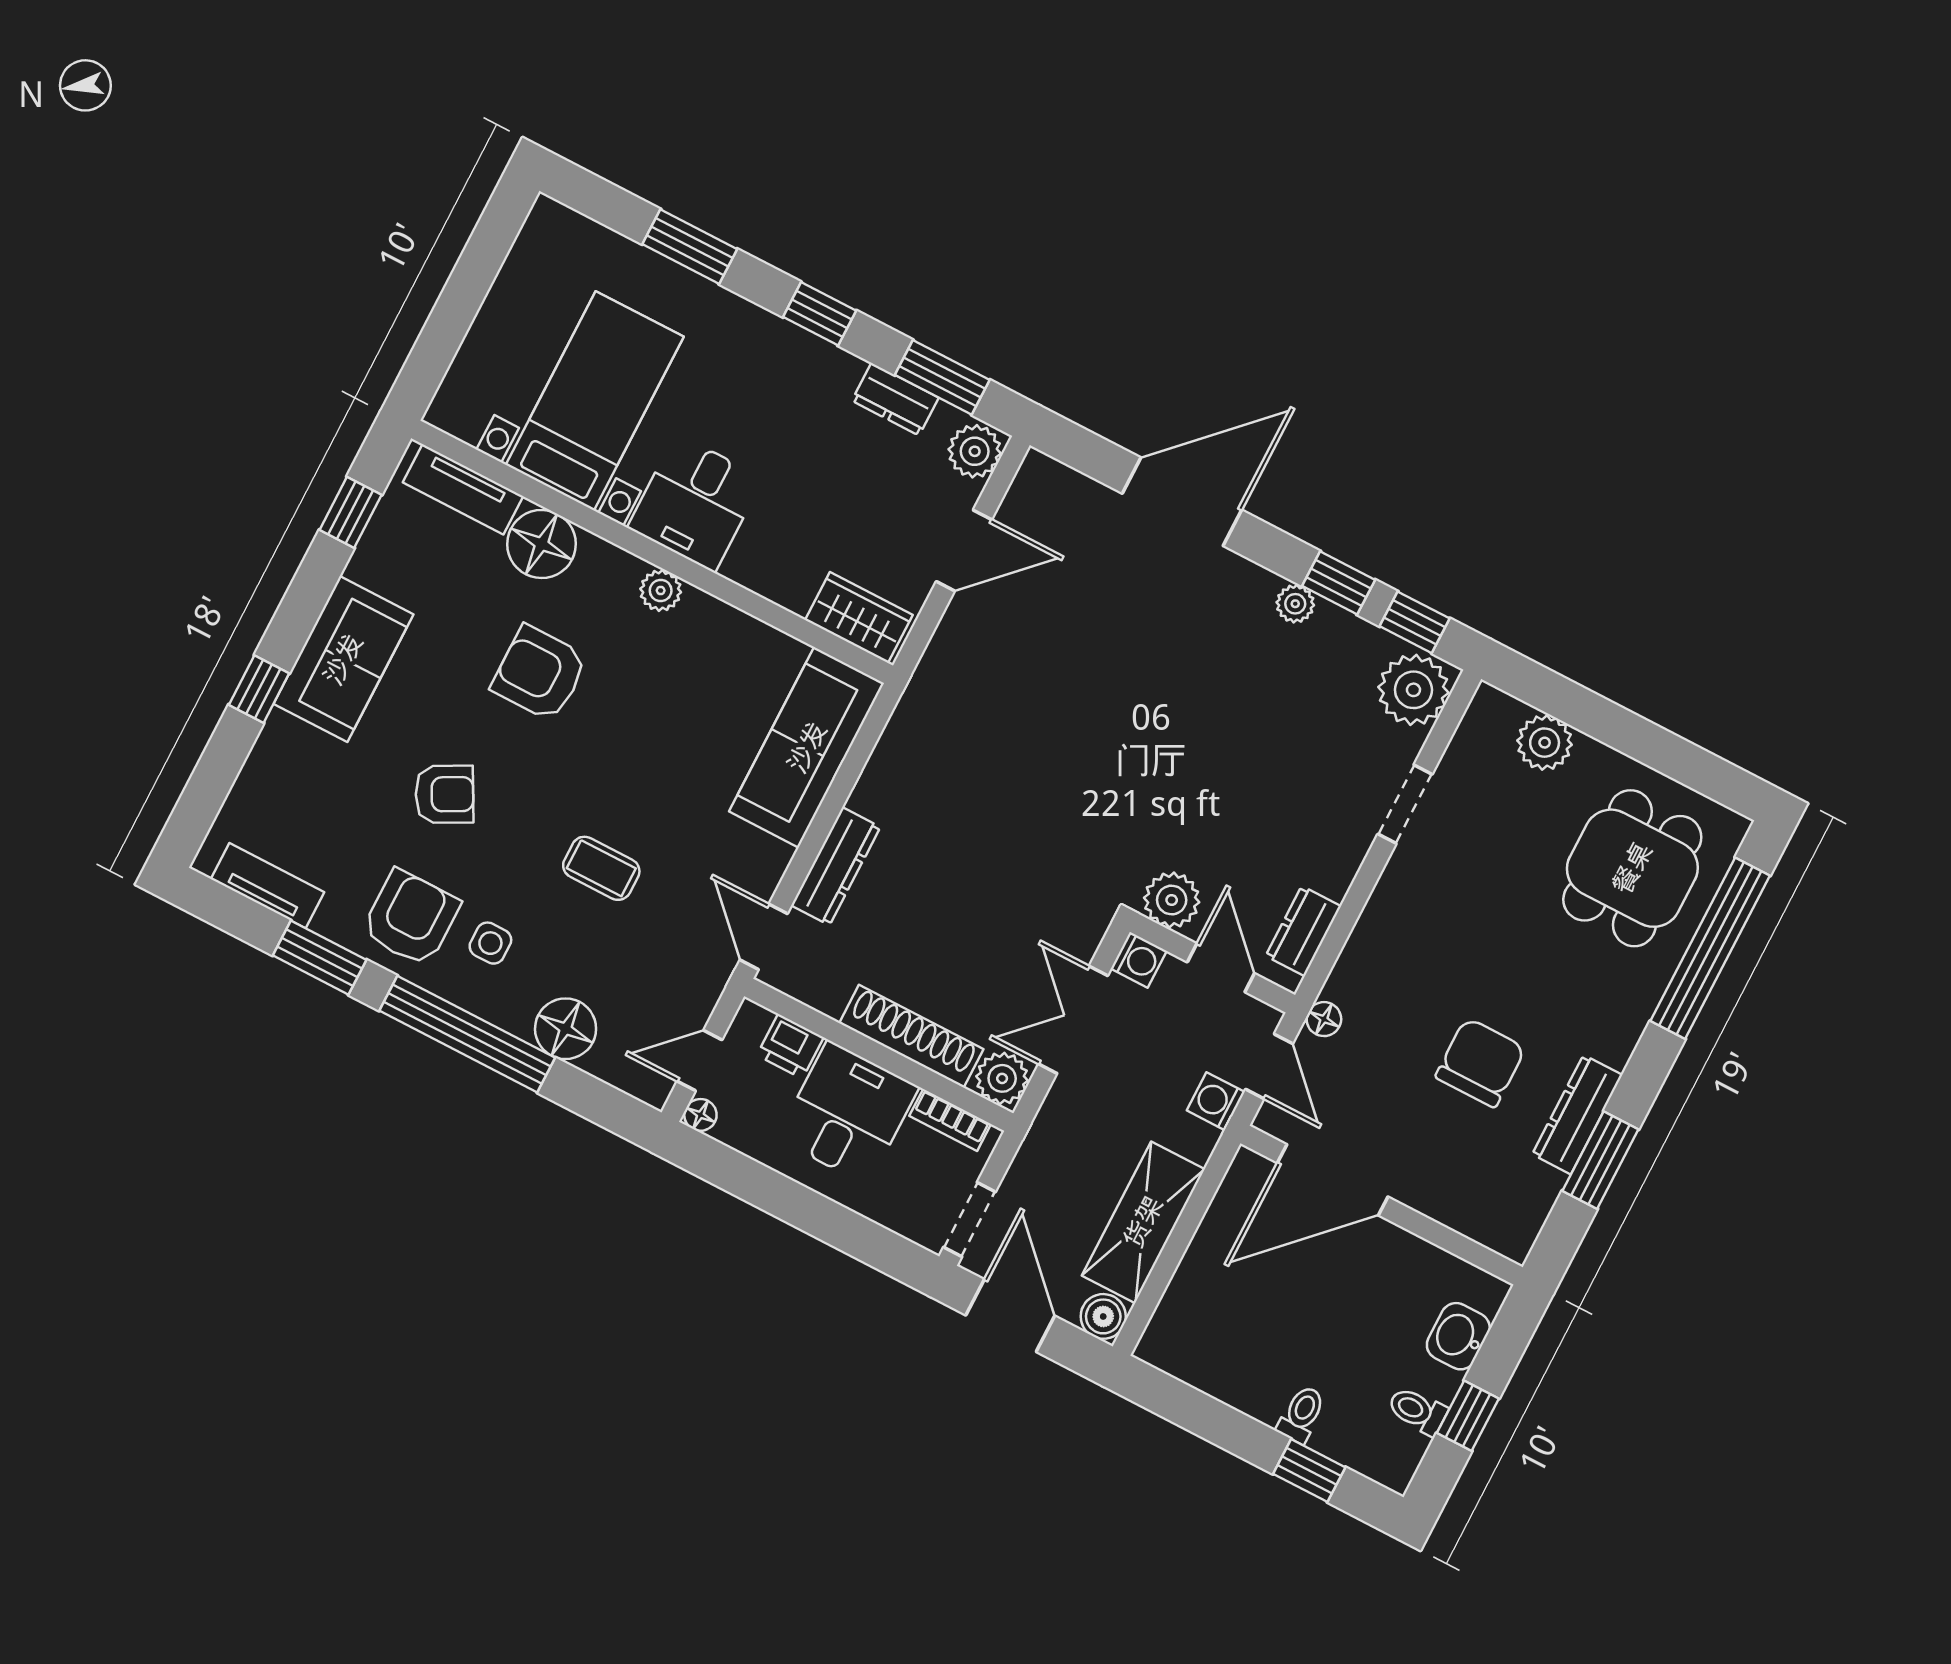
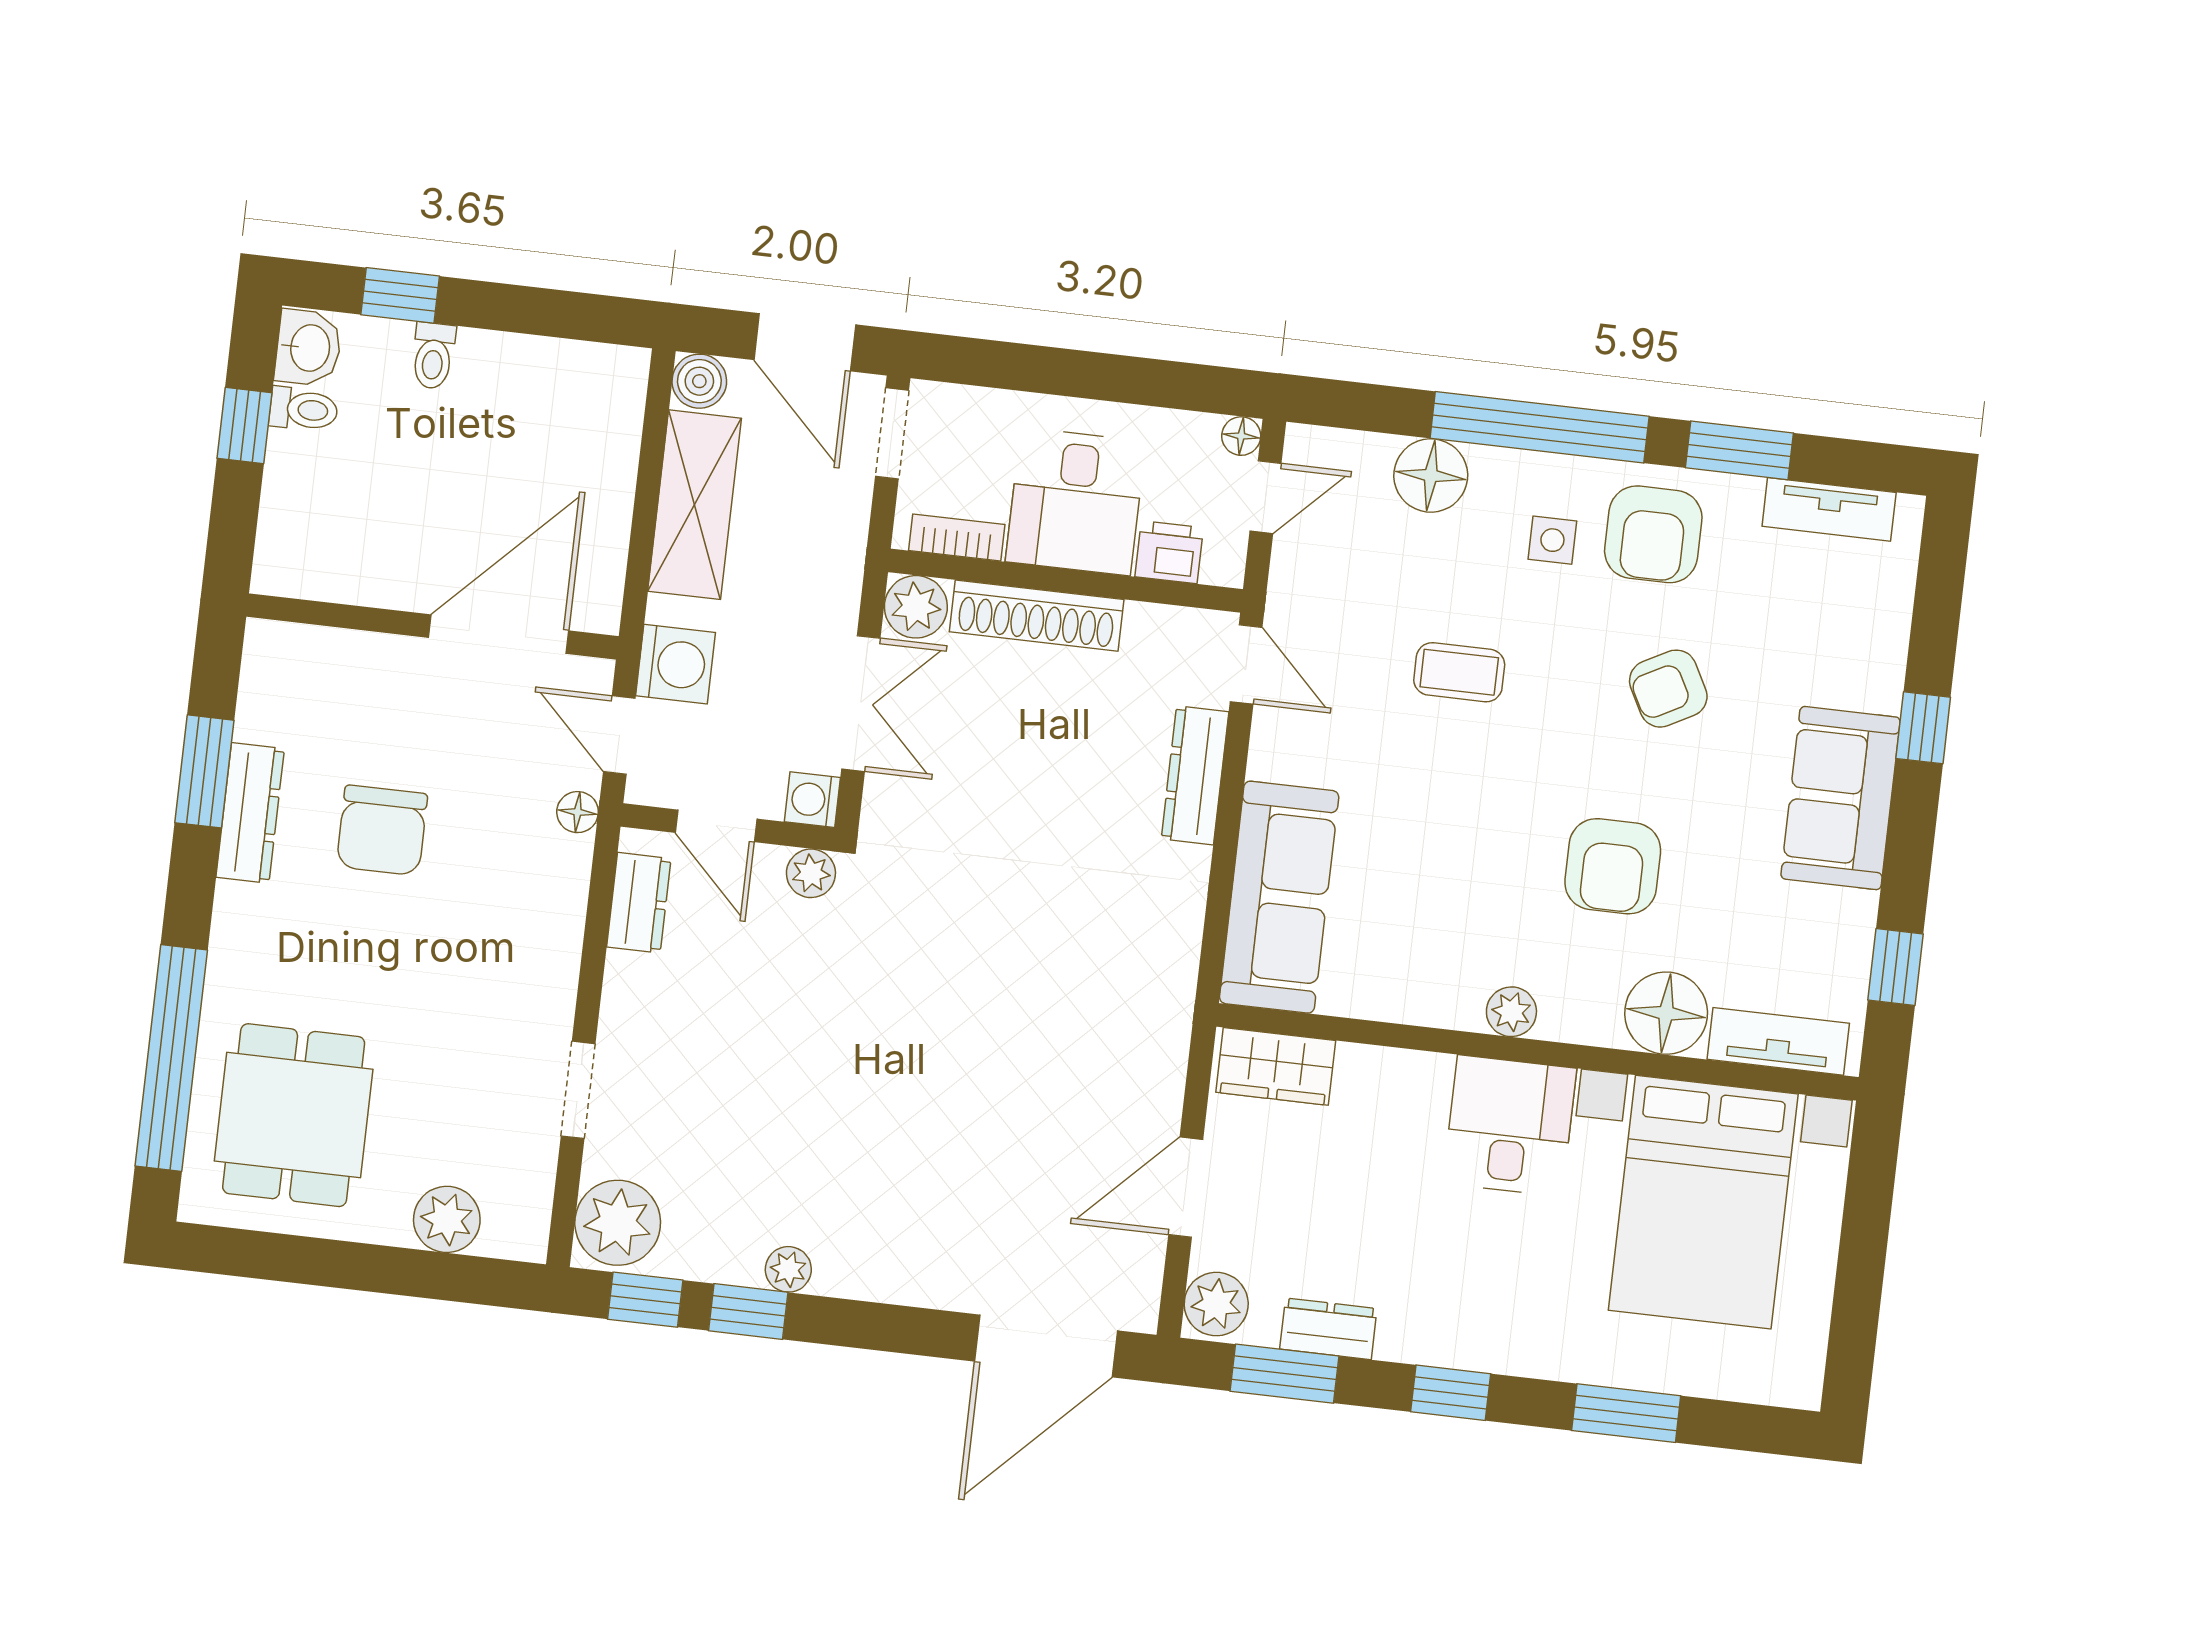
bed with nightstands: (595, 401) -> (1703, 1202), width x1.36
door: (1182, 502) -> (1046, 1346), moved
armchair: (540, 673) -> (1613, 866), turned 90
plant: (1172, 900) -> (811, 873), width x0.73, depth x0.73
washing machine: (1216, 1101) -> (676, 664), width x1.38, depth x1.38
washbasin: (1458, 1336) -> (308, 348), moved

